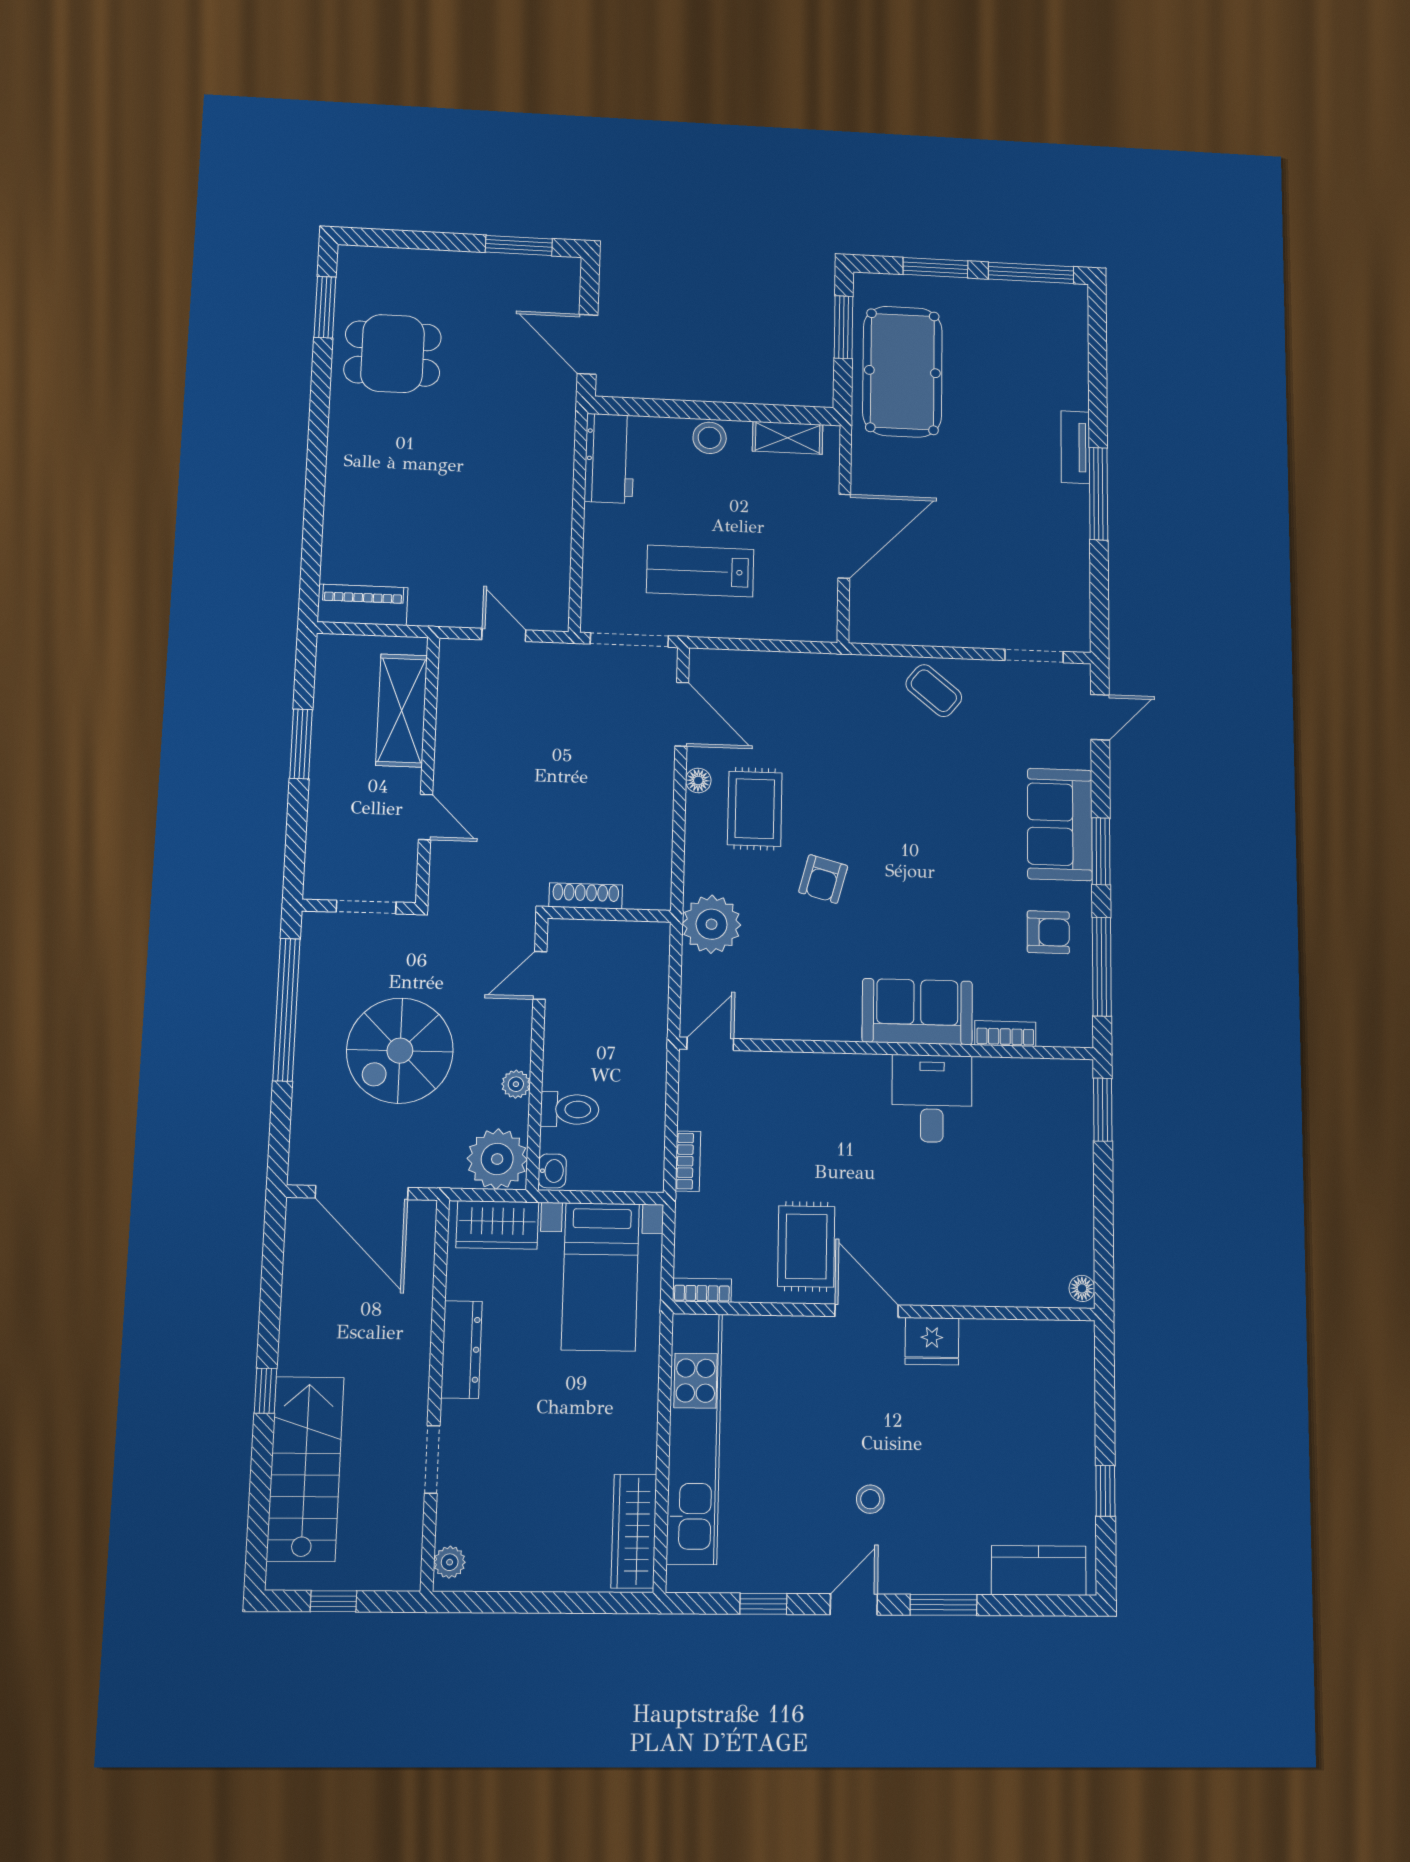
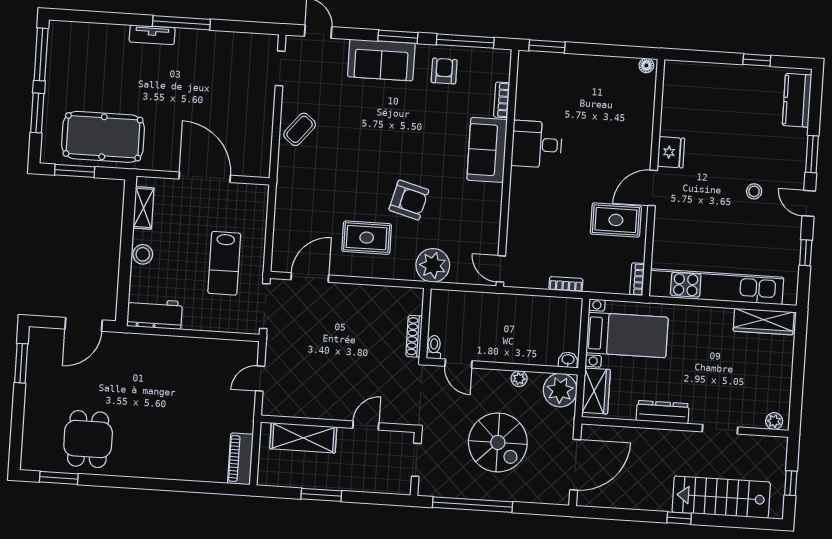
floor lamp: (698, 780) -> (349, 269), removed
armchair: (823, 879) -> (409, 200), width x1.38, depth x1.38
toilet: (570, 1109) -> (434, 347), moved, width x0.73, depth x0.72

